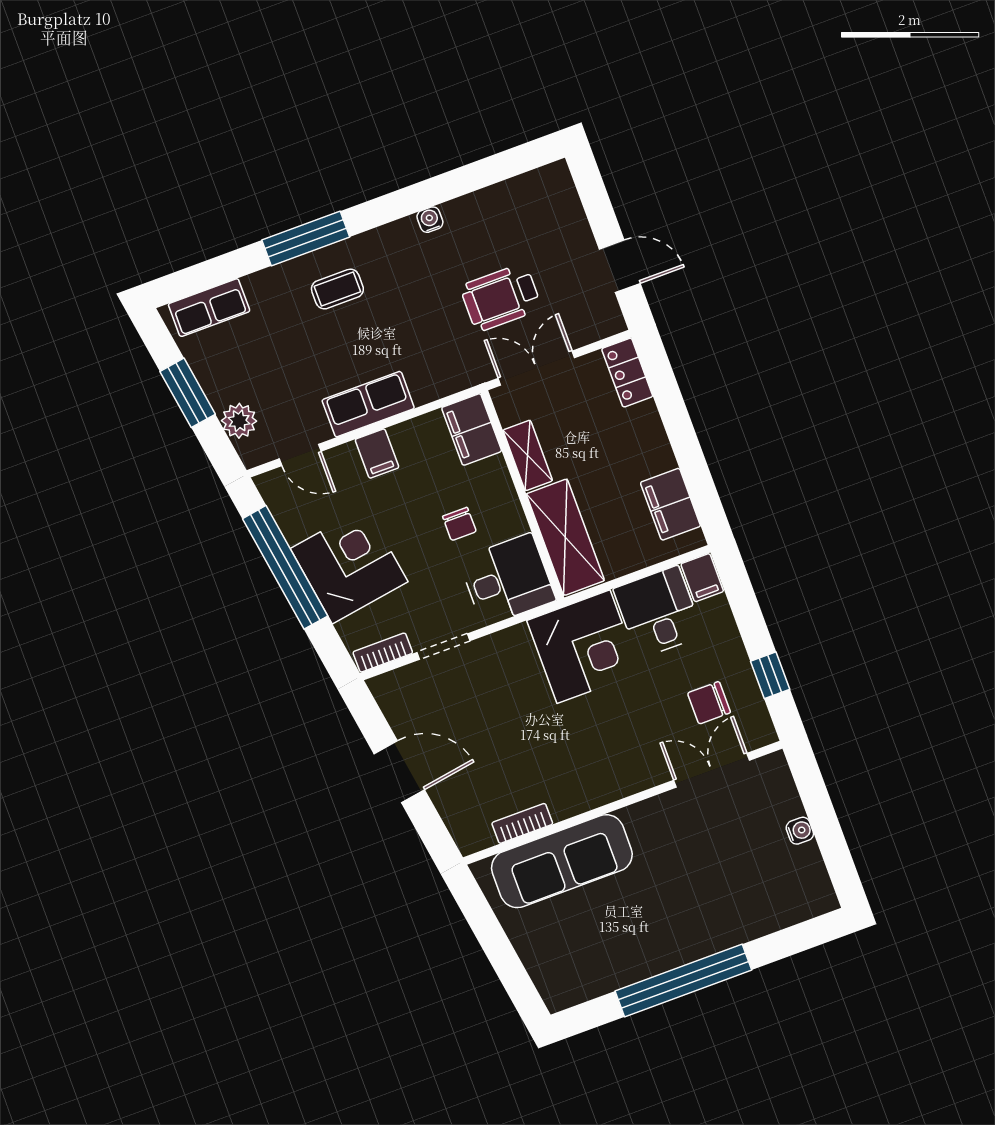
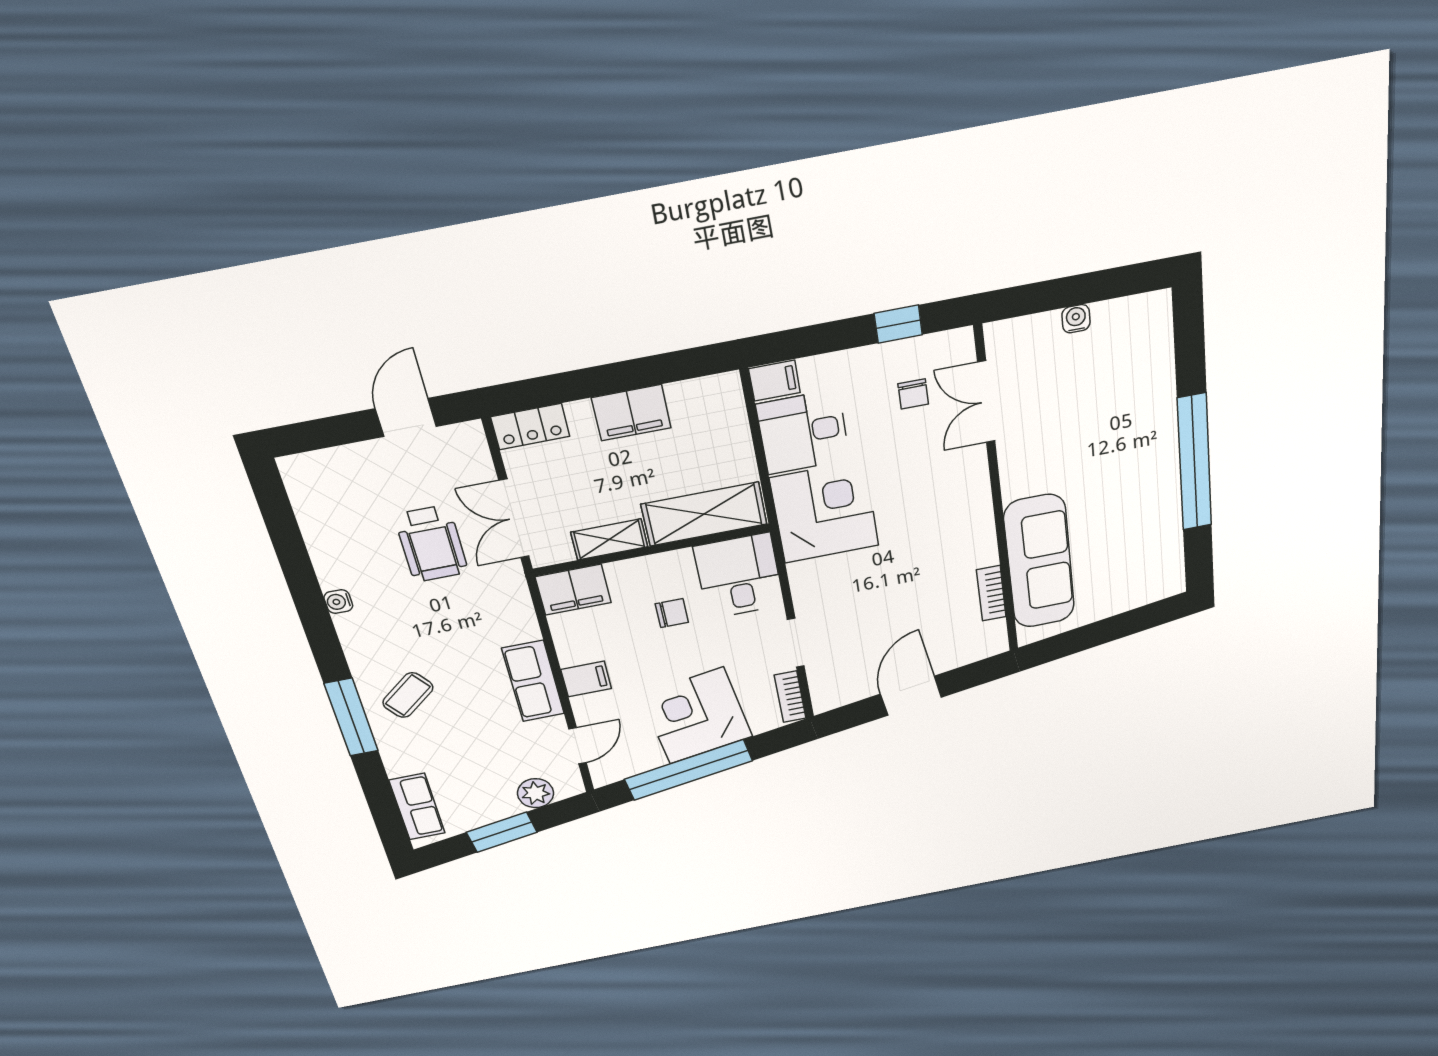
coffee table: (337, 289) -> (408, 695), turned 52
filing cabinet: (670, 504) -> (631, 413), moved
chair: (709, 703) -> (913, 394), width x0.73, depth x0.73

